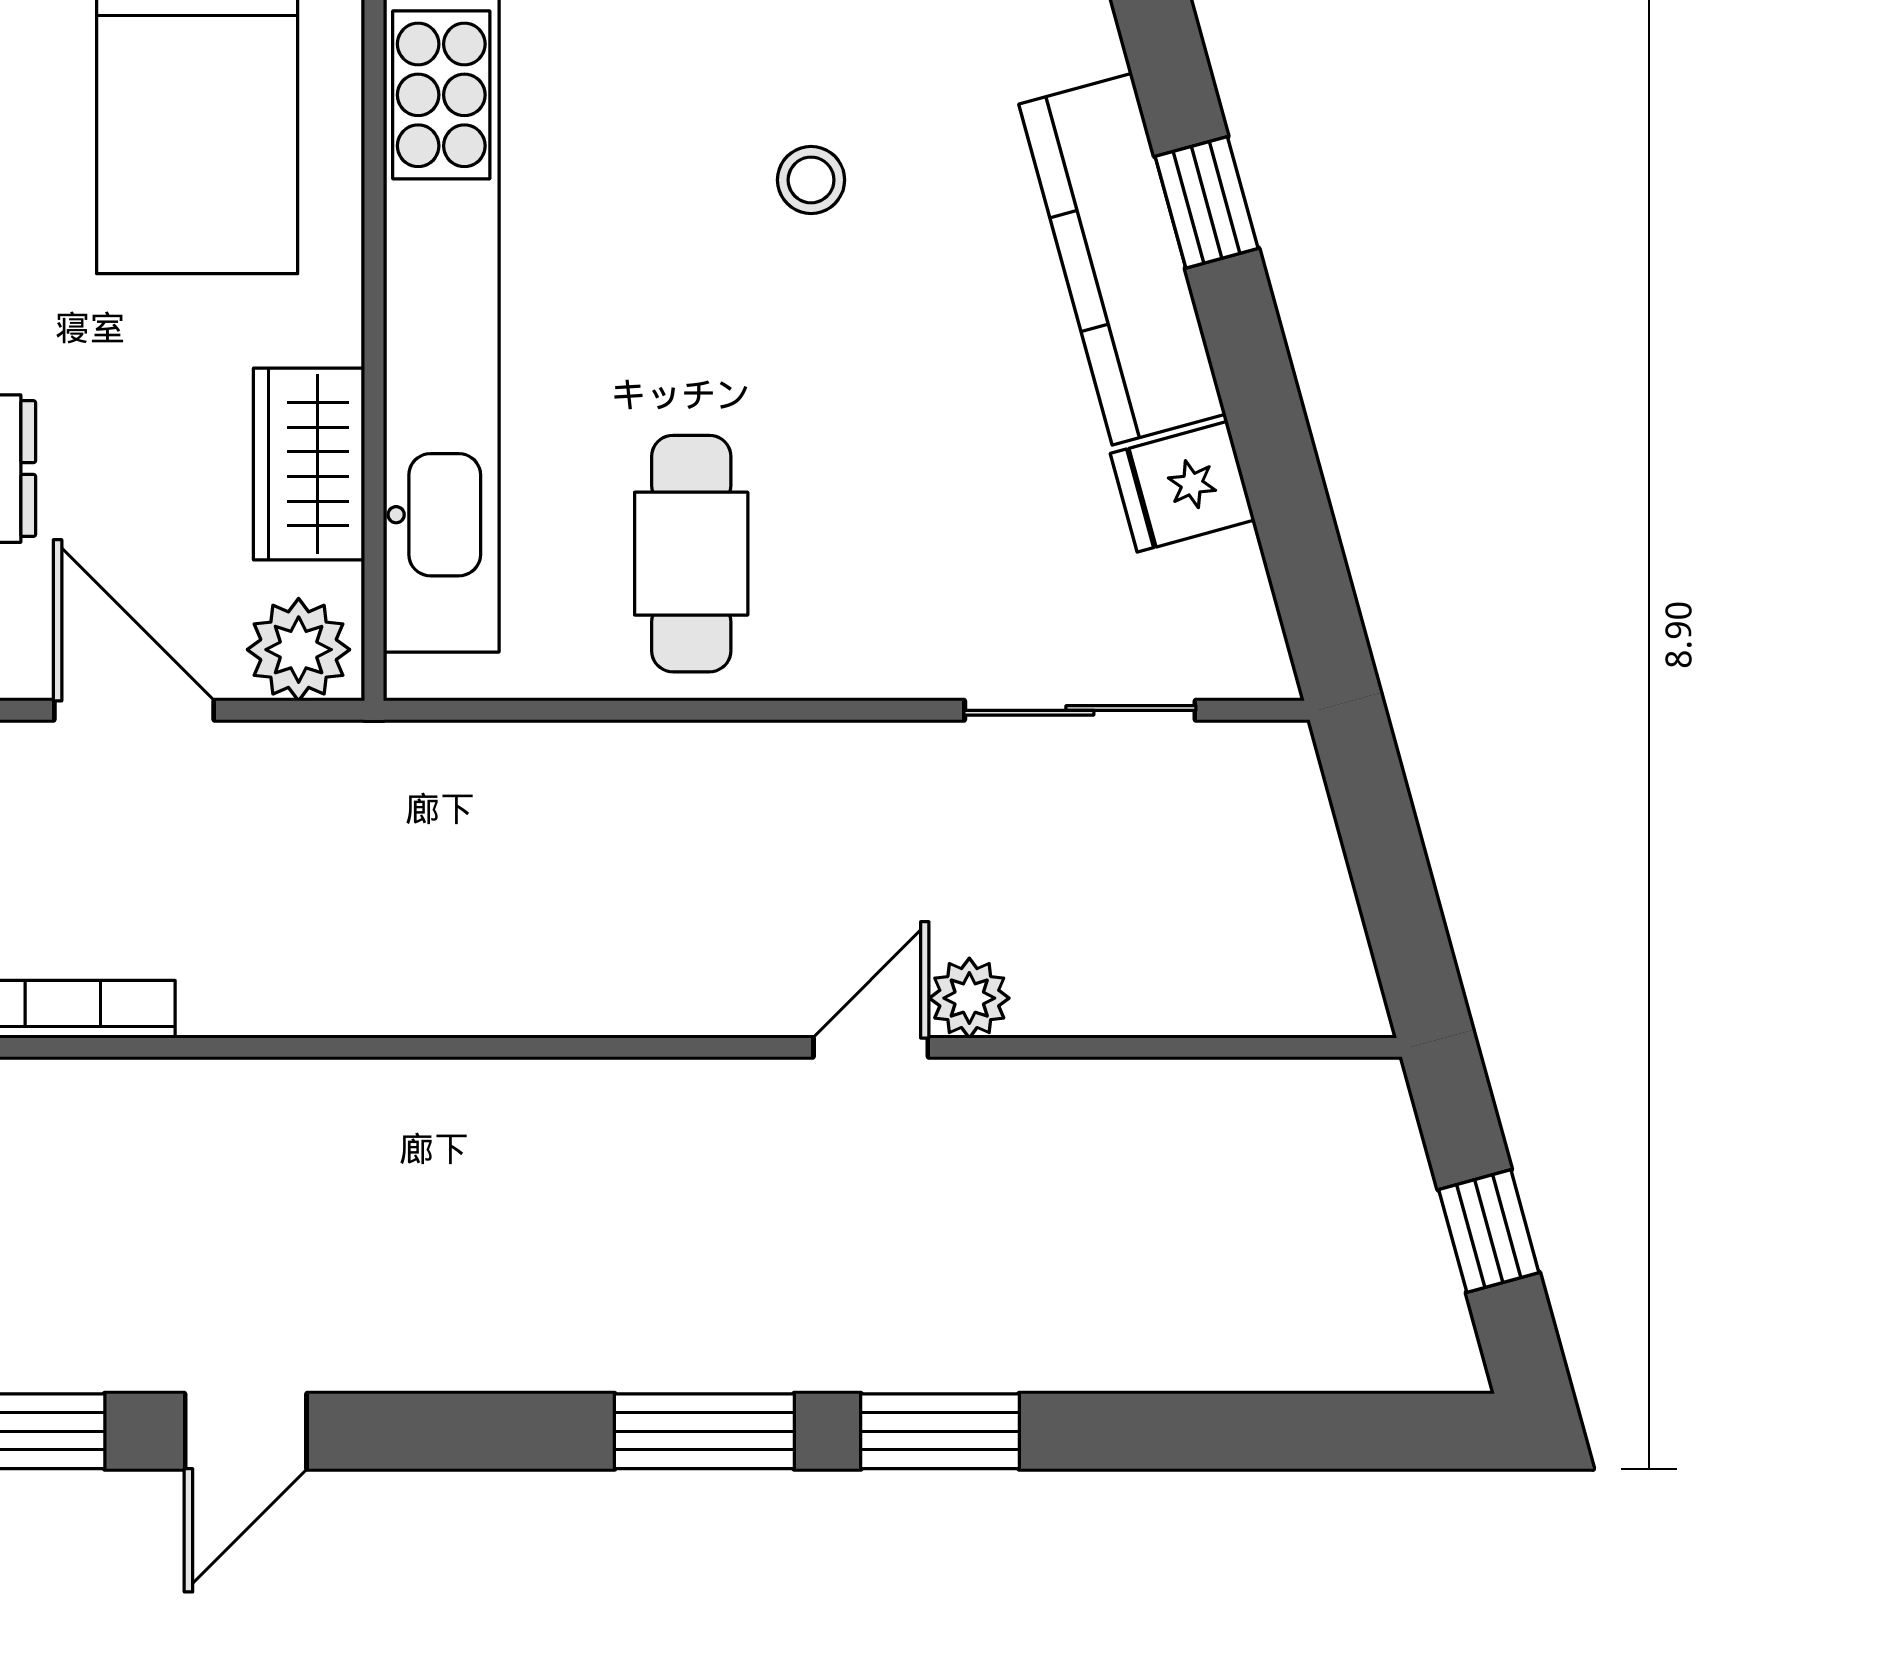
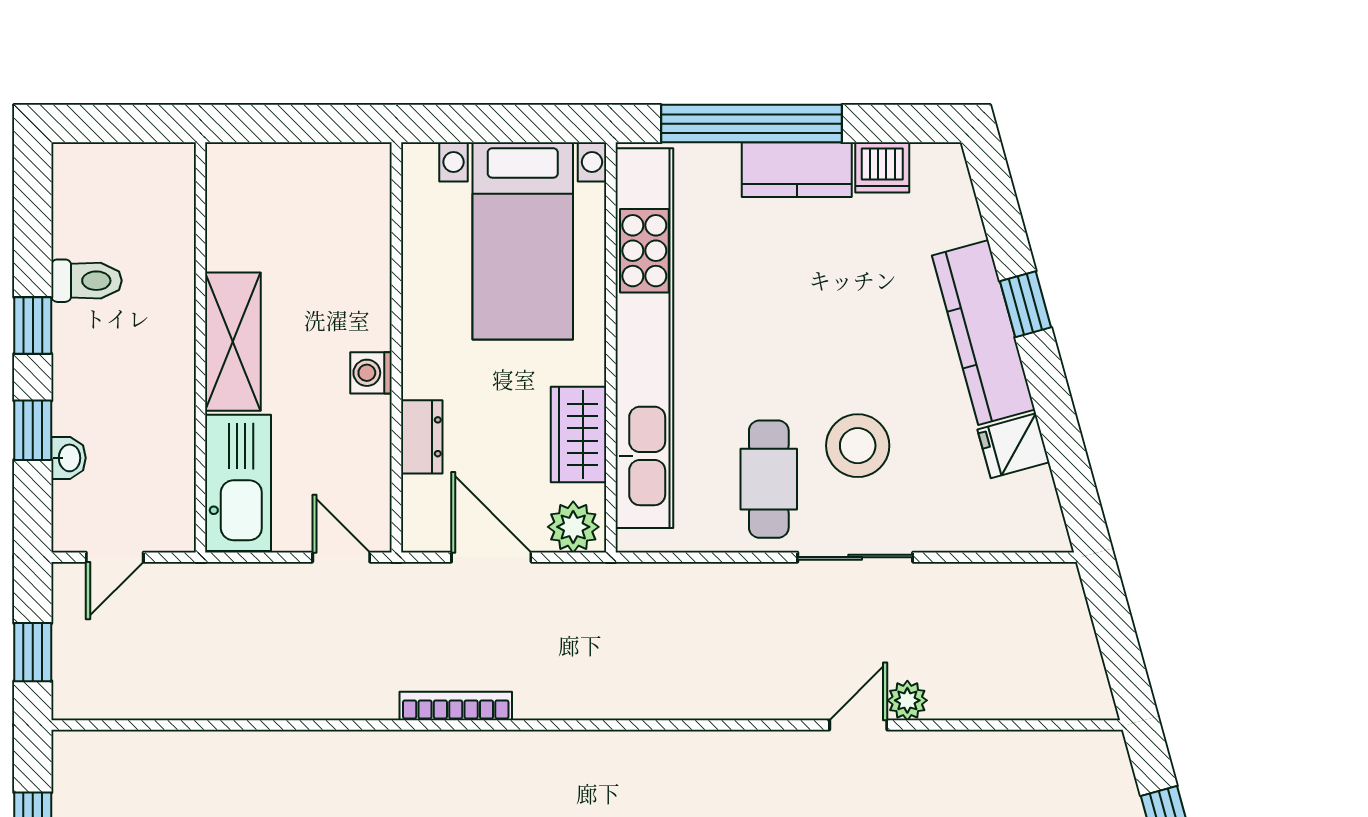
stool: (811, 180) -> (858, 446), moved, width x1.89, depth x1.89
sliding door: (1080, 710) -> (855, 557), moved

